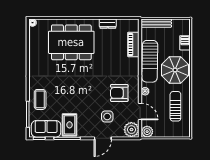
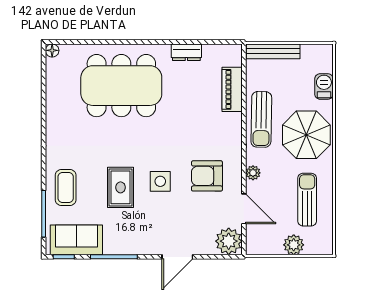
sun lounger: (150, 61) -> (261, 119), width x0.73, depth x0.75
side table: (107, 116) -> (160, 181), moved
rug: (70, 125) -> (121, 187), moved
plant: (147, 132) -> (294, 245), moved

